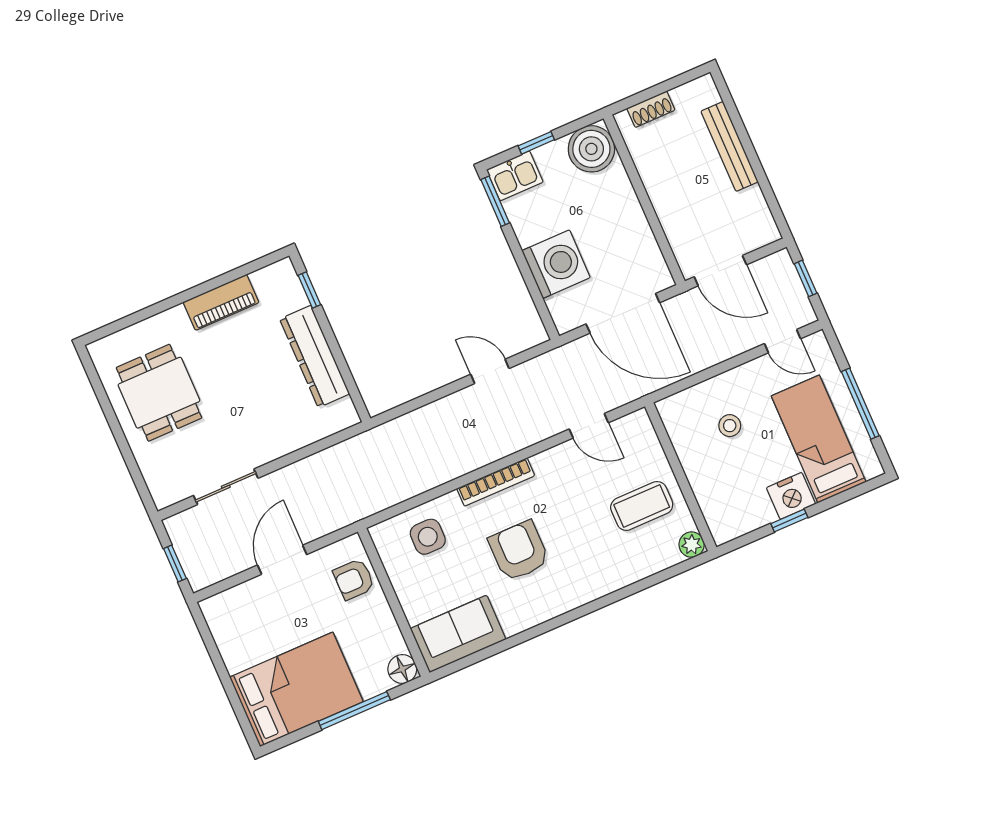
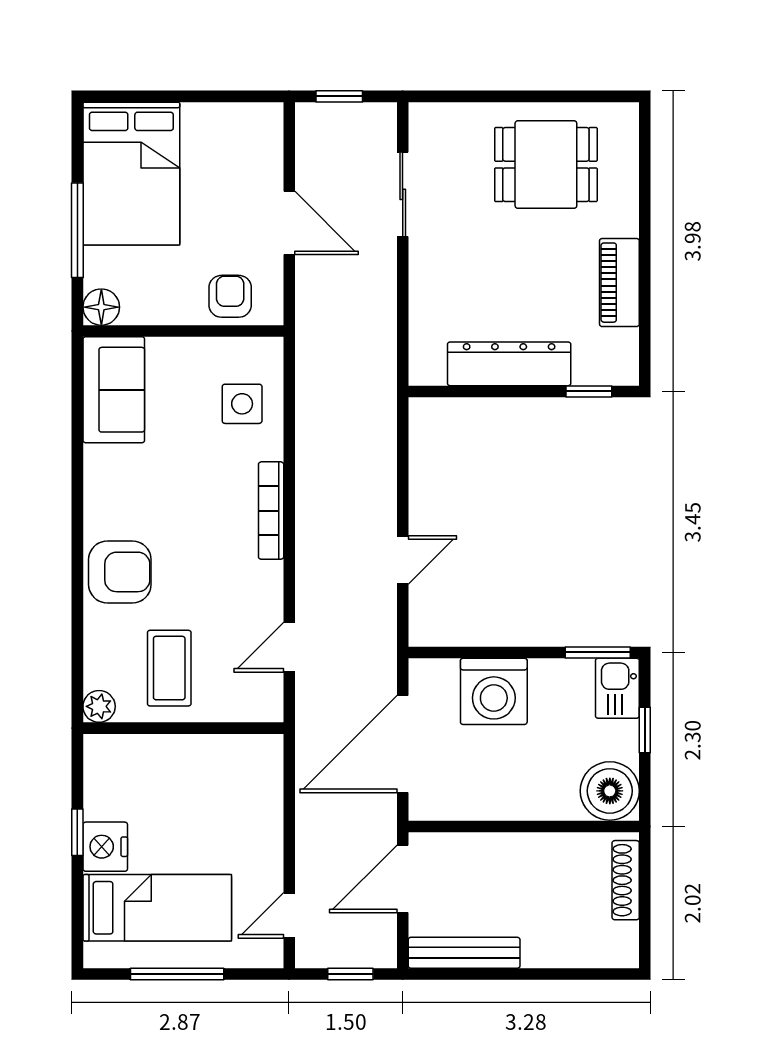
shoe rack: (651, 109) -> (626, 880), width x1.43
bench: (730, 146) -> (464, 953), moved
stool: (730, 426) -> (218, 811), removed
armchair: (519, 551) -> (120, 572), moved

